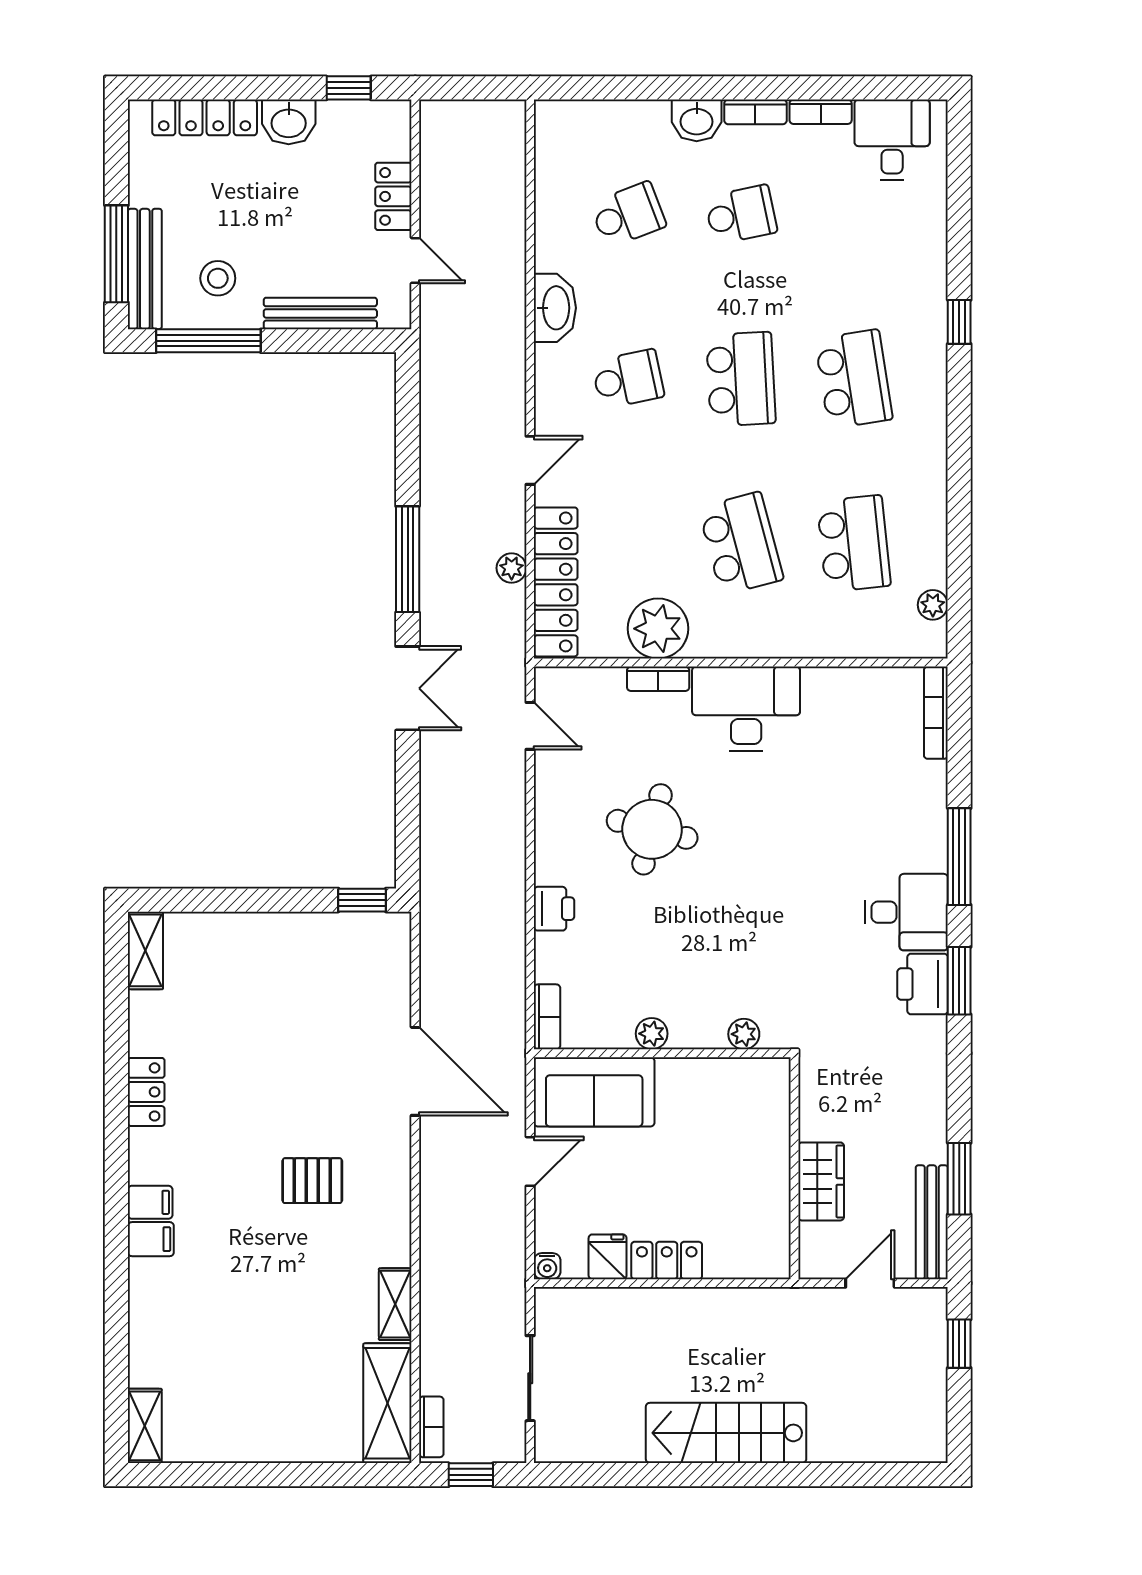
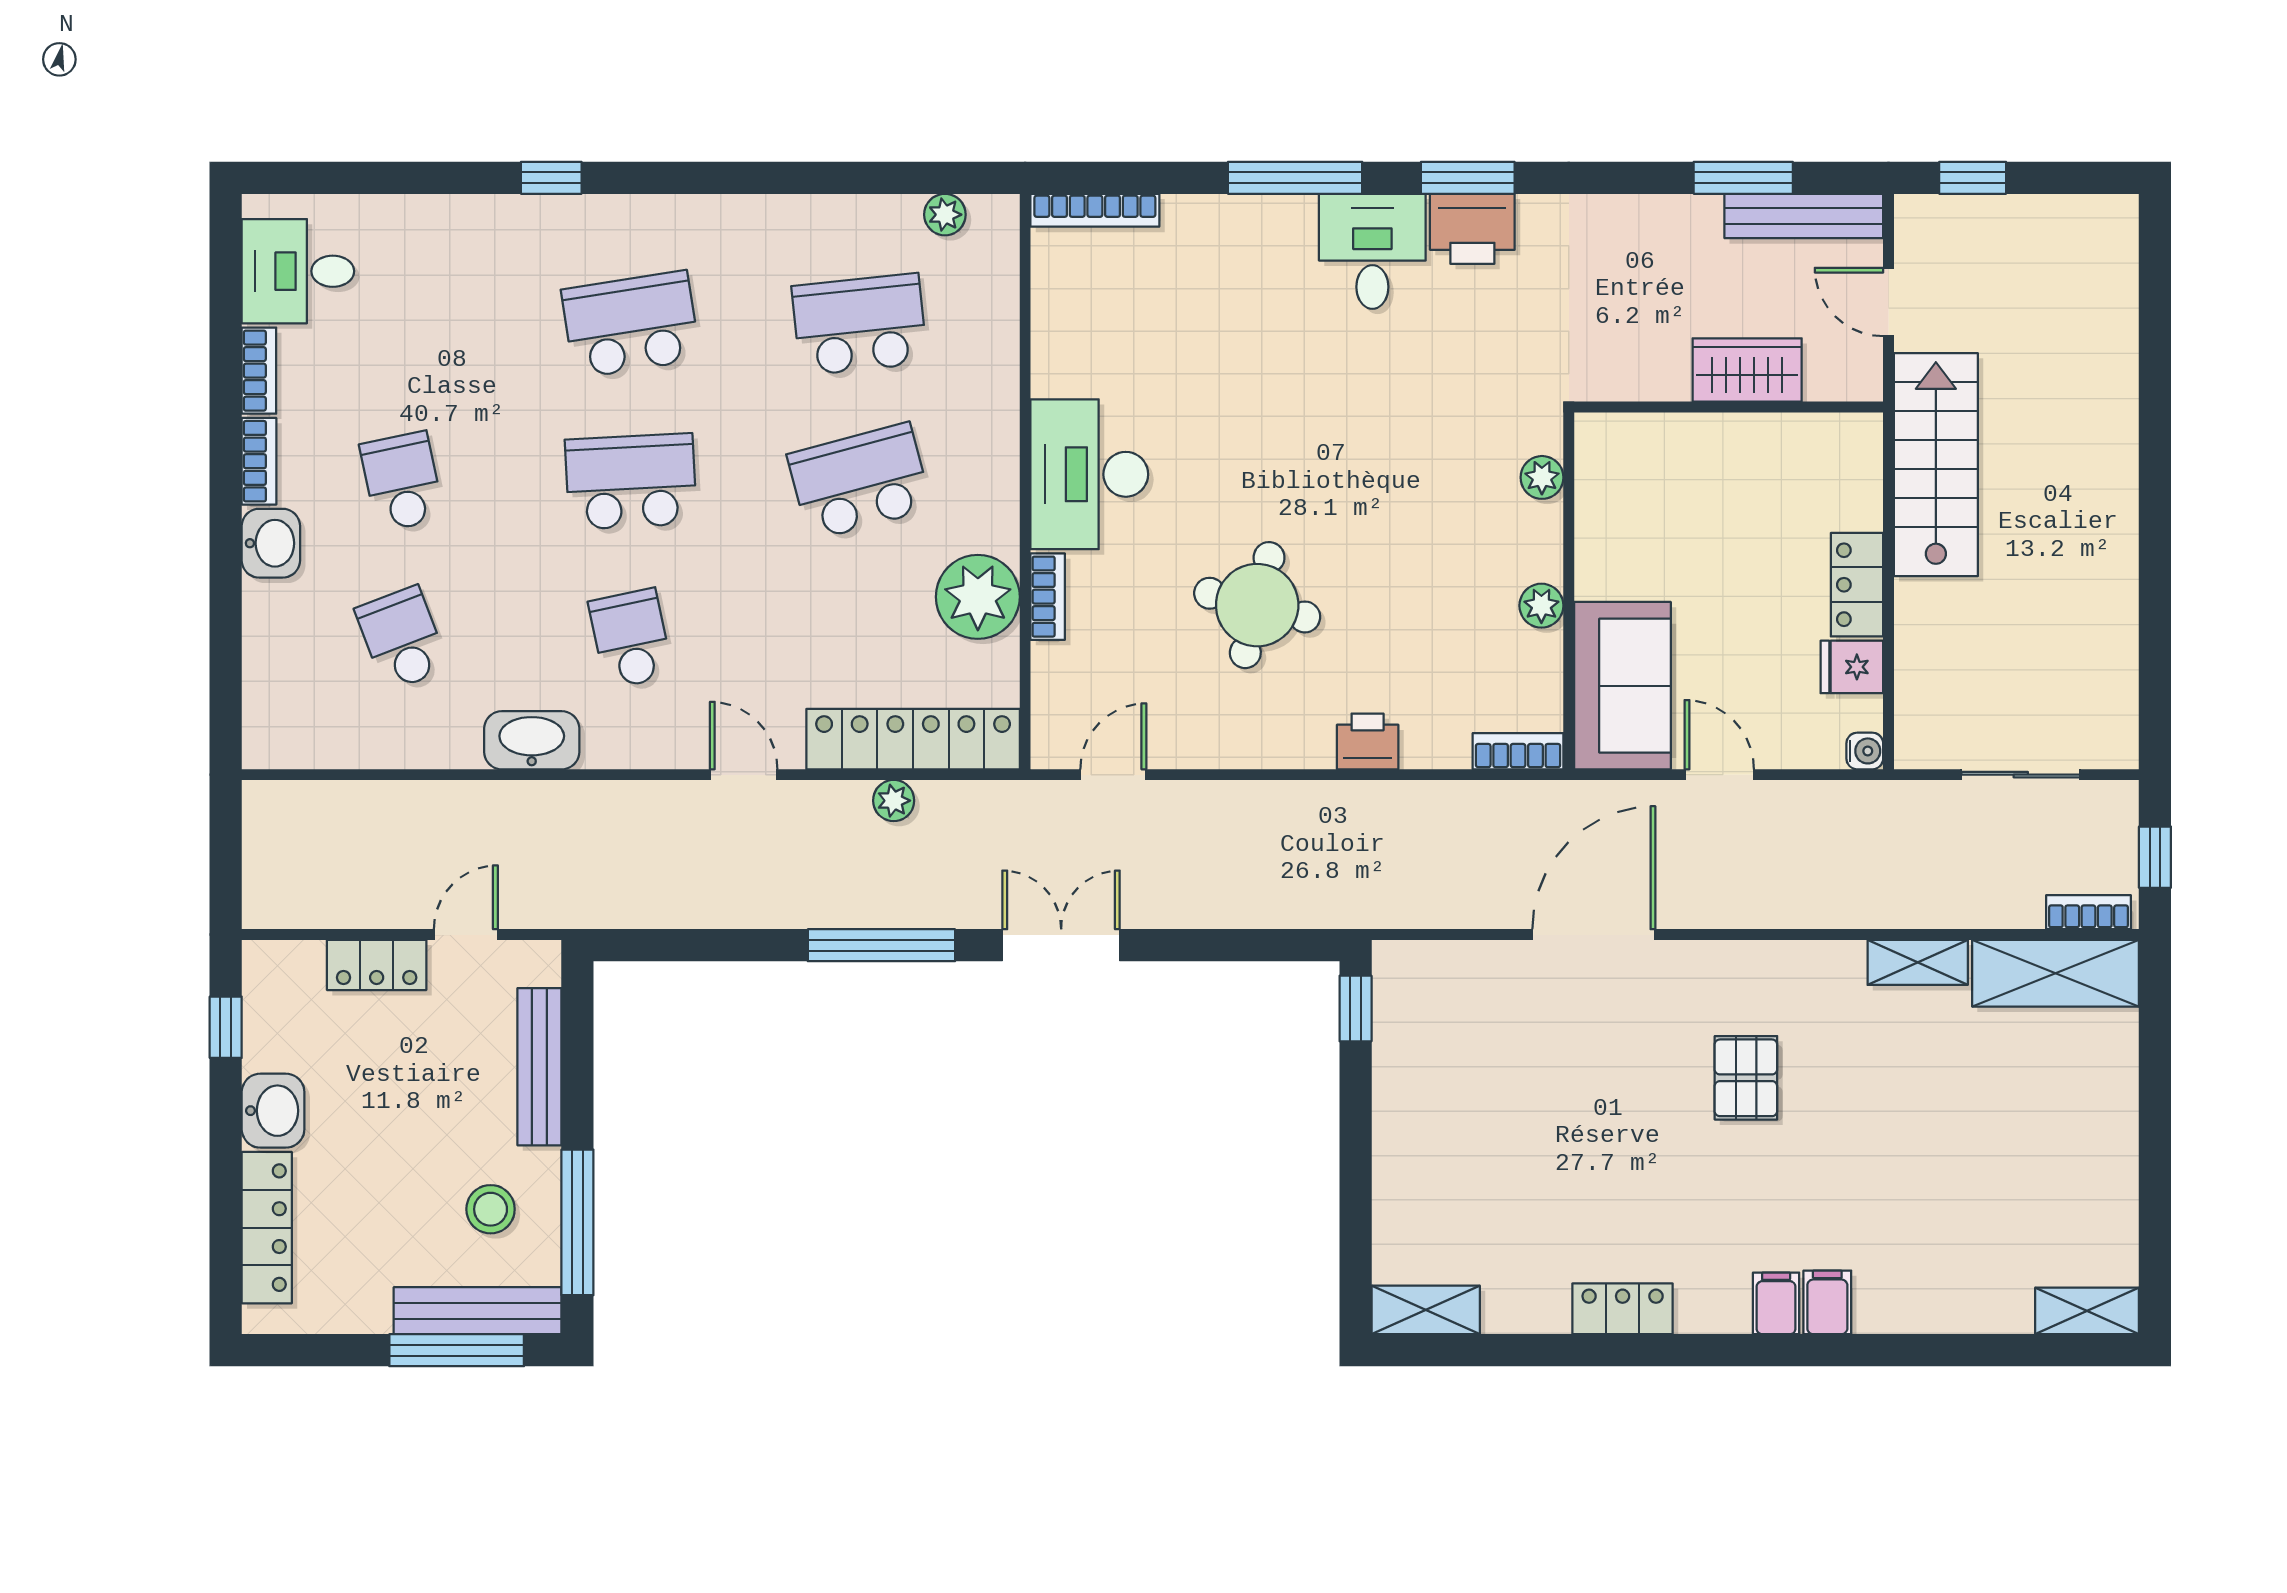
stairs: (726, 1433) -> (1936, 465), moved, turned 180

